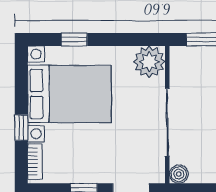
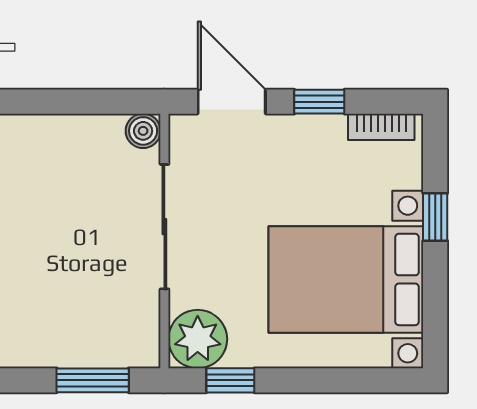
window: (74, 40) -> (230, 380), moved
bookcase: (35, 161) -> (381, 127), moved, turned -90

